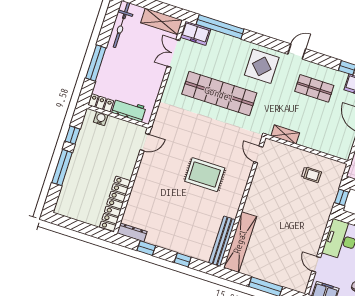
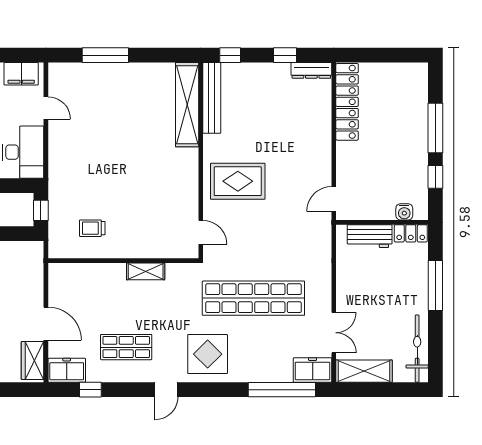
door: (258, 154) -> (201, 232), moved
wall: (243, 202) -> (201, 160), moved
bench: (222, 241) -> (212, 98), moved
shelving: (240, 242) -> (187, 105), moved

